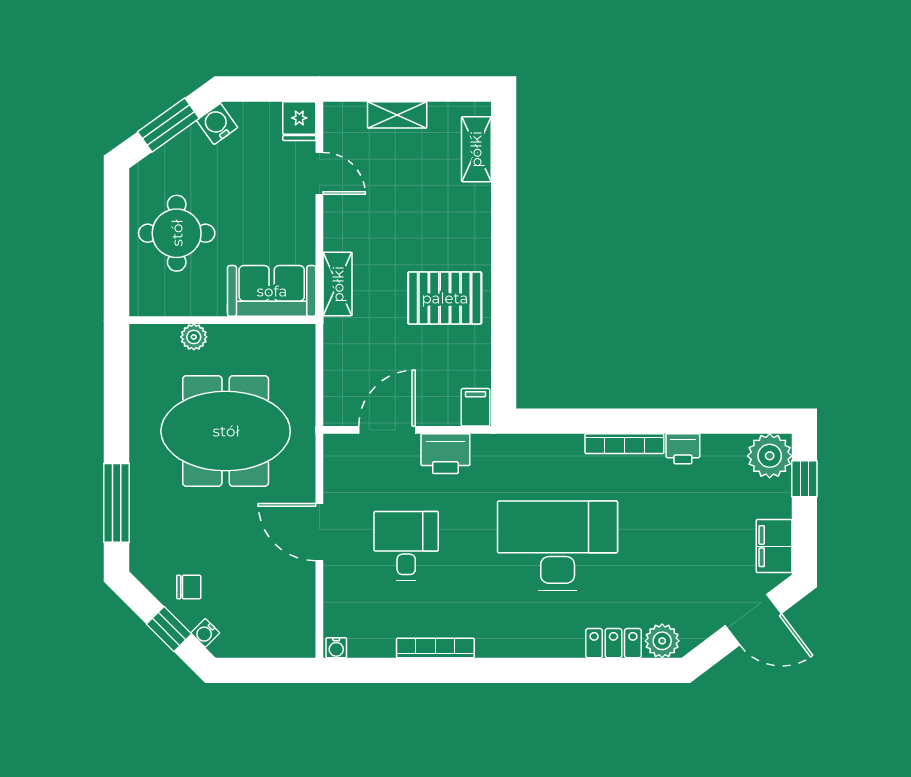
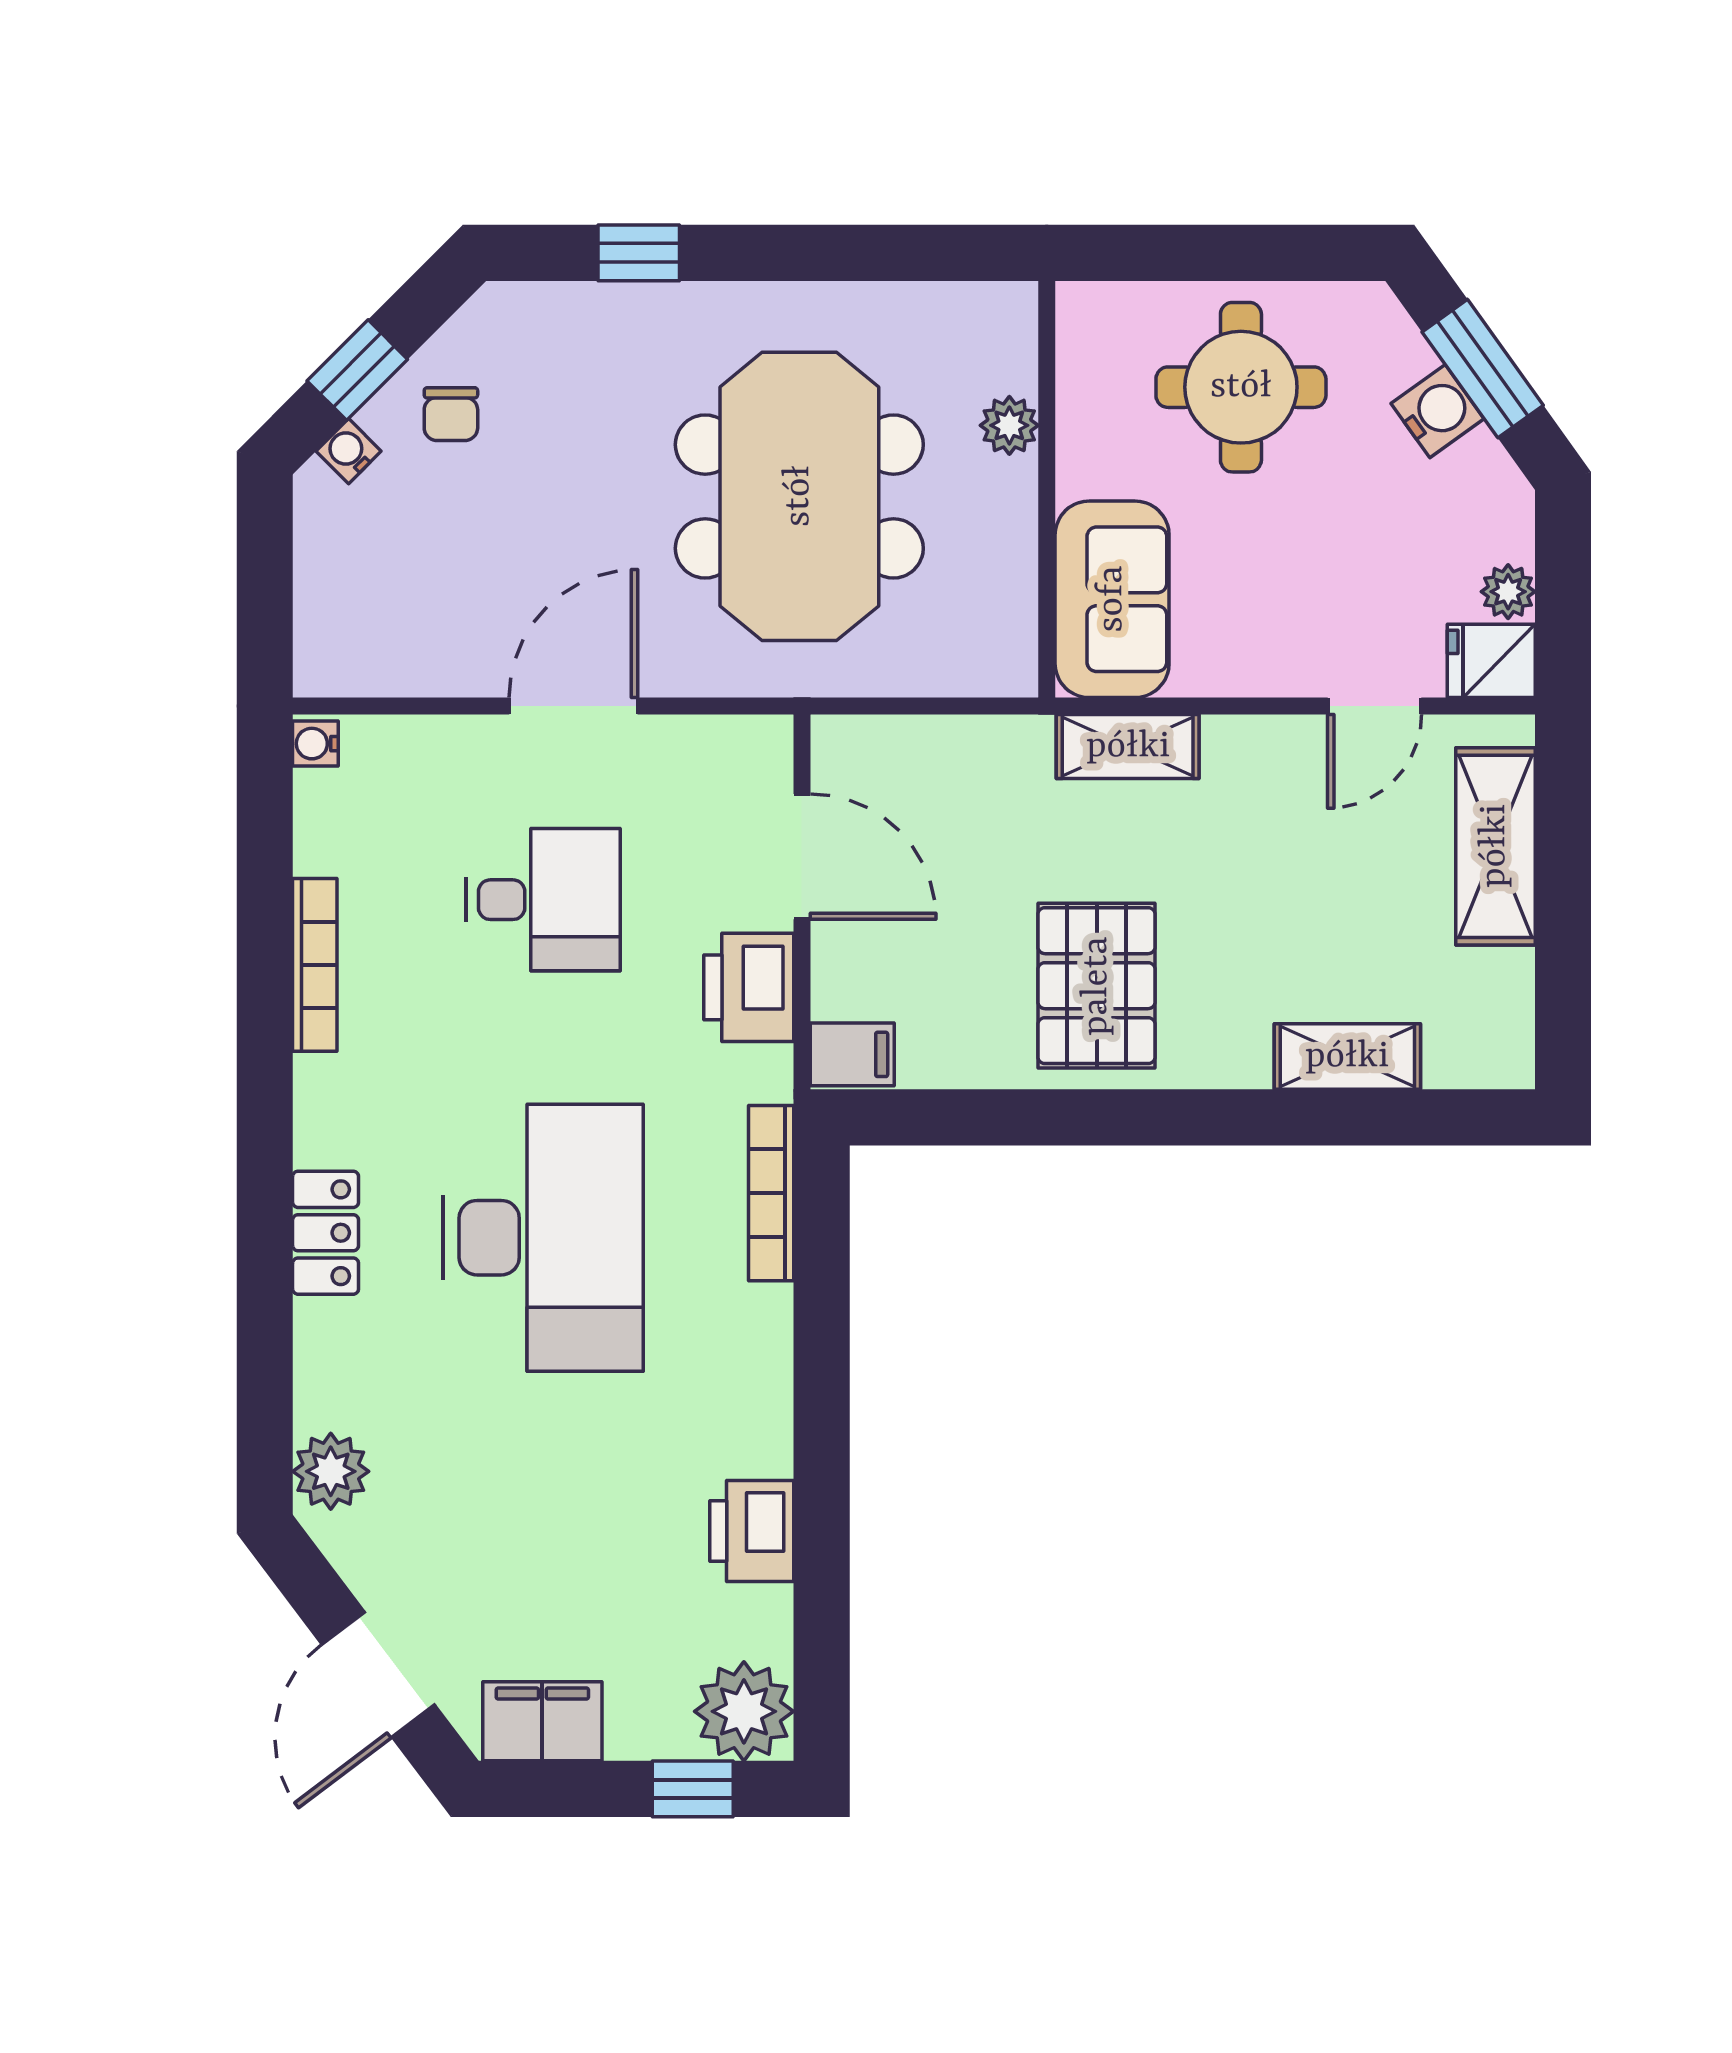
plant: (268, 114) -> (1508, 592), added
shelving: (397, 115) -> (1495, 846), width x1.50, depth x1.33
water cooler: (217, 124) -> (1438, 411), moved
shelving: (476, 149) -> (1347, 1057), moved
bookcase: (624, 444) -> (771, 1193), moved
printer: (683, 449) -> (752, 1531), width x1.36, depth x1.24
window: (116, 503) -> (639, 253), width x0.46
locker: (613, 643) -> (326, 1233), moved

